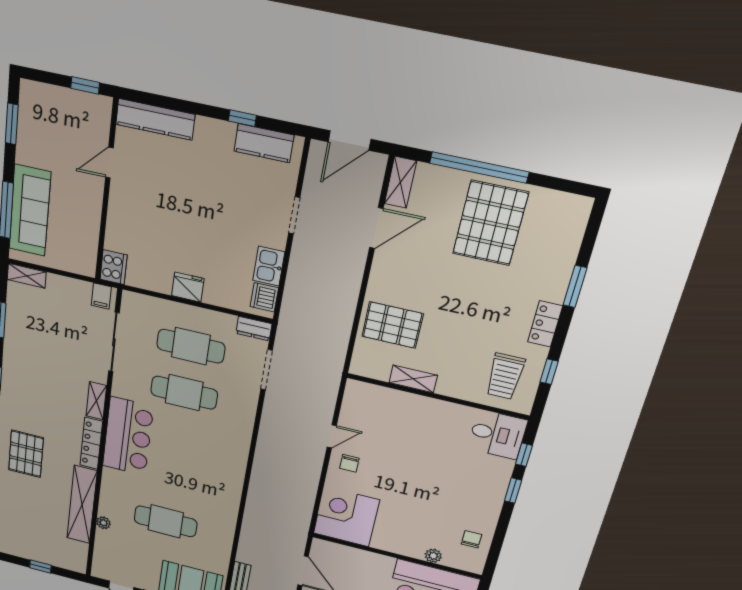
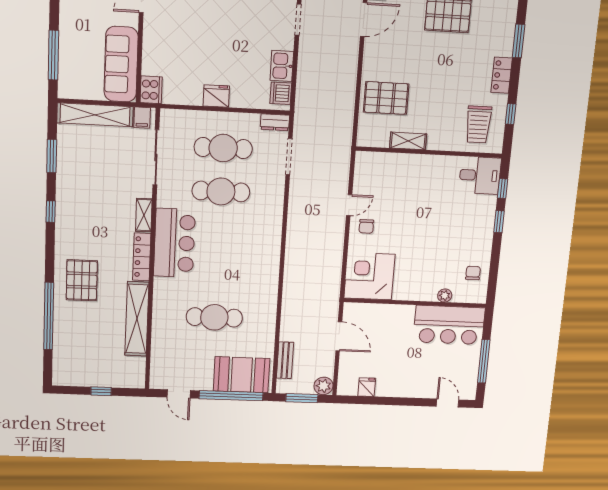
sofa: (30, 211) -> (121, 64), moved, turned 180
shelving: (27, 276) -> (95, 115), width x2.20, depth x1.33
plant: (103, 523) -> (158, 332), removed

